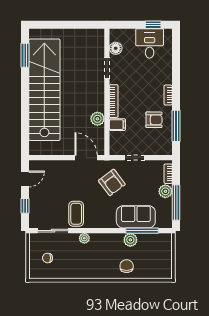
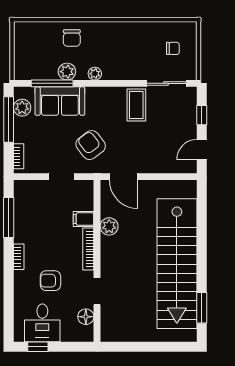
armchair: (154, 120) -> (50, 281), moved
plant: (165, 191) -> (22, 108), moved
plant: (84, 238) -> (95, 74), moved

